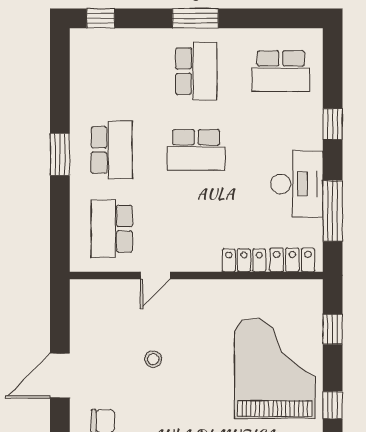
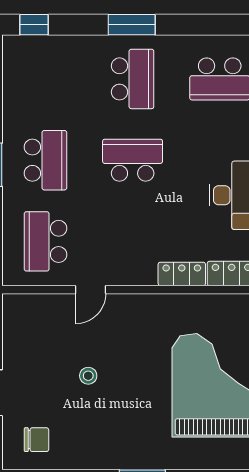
school desk: (196, 150) -> (133, 160), turned 180

